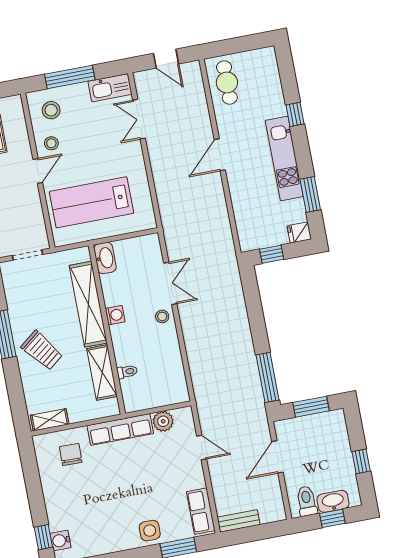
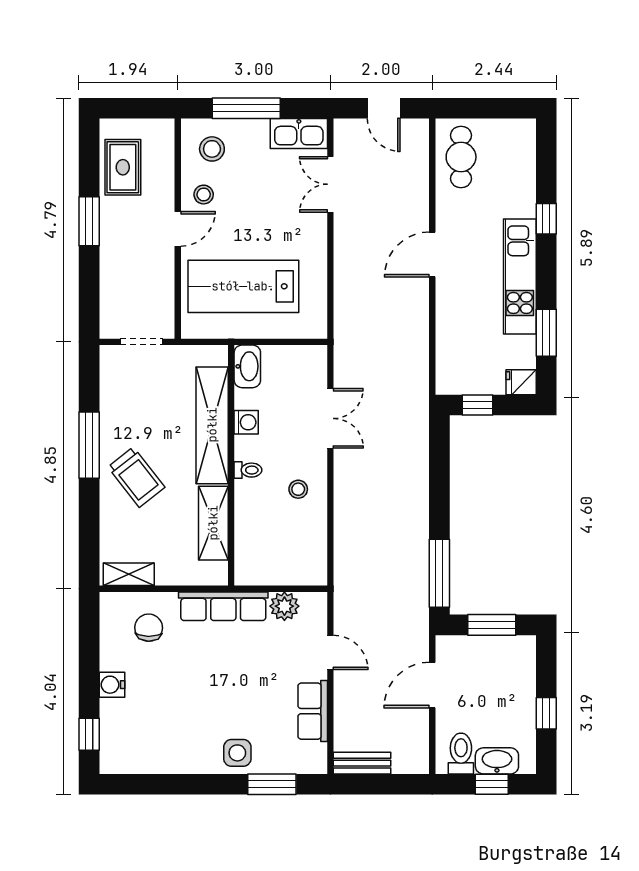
washing machine: (115, 315) -> (246, 422), moved
stool: (162, 316) -> (298, 489), moved
toilet: (127, 372) -> (248, 470), moved
row of seats: (201, 511) -> (313, 711), moved
water cooler: (61, 540) -> (112, 685), moved

